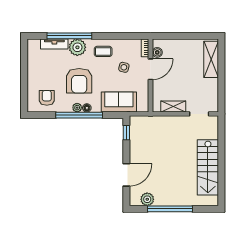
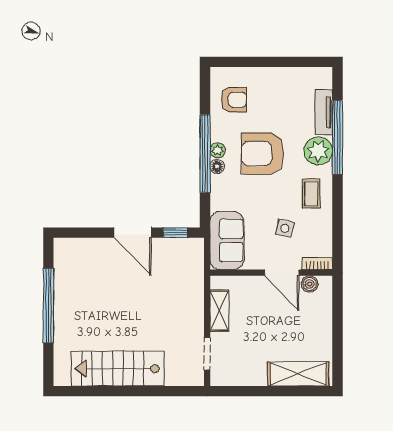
sofa: (119, 102) -> (227, 241), moved
door: (126, 175) -> (133, 233), moved
plant: (147, 199) -> (64, 267), removed

